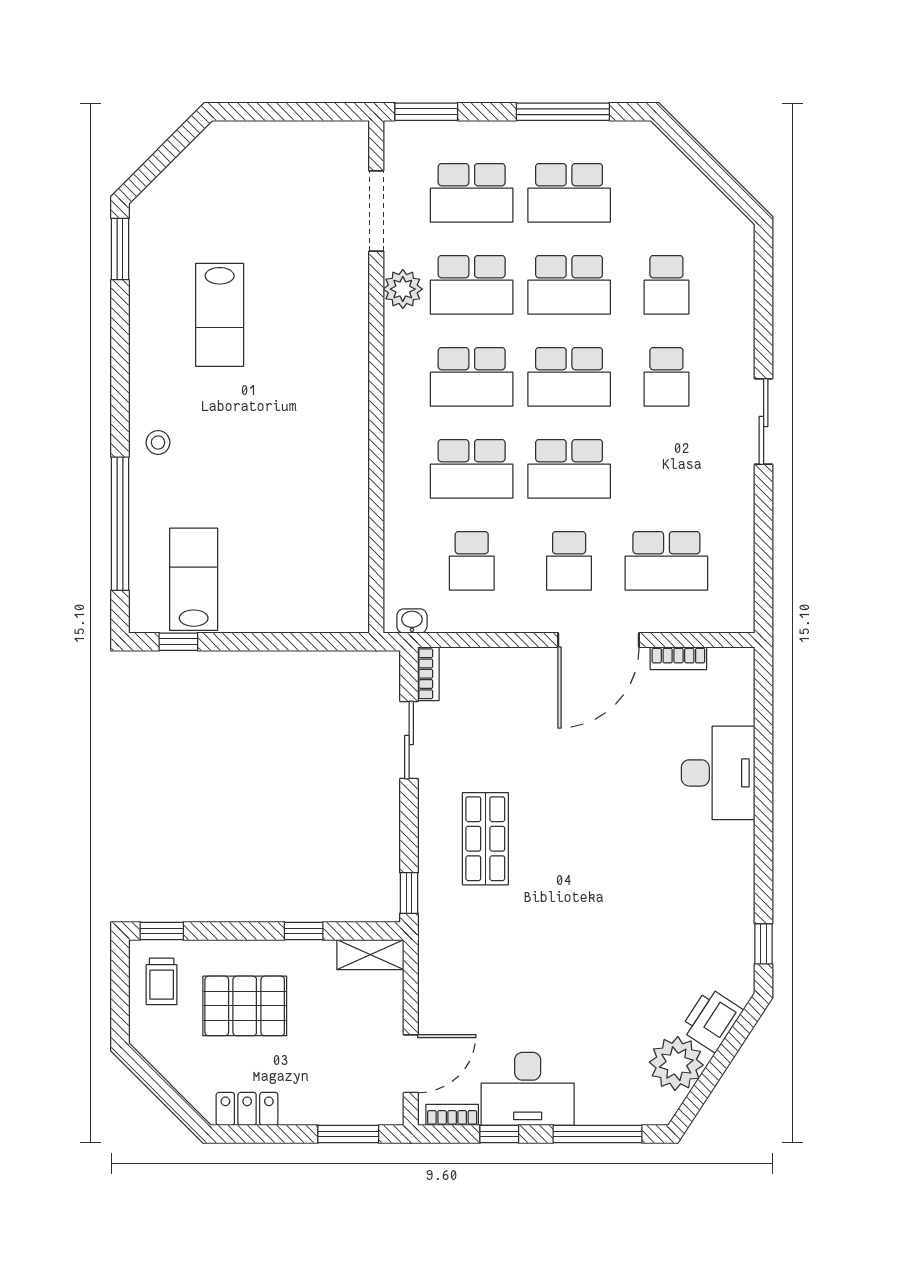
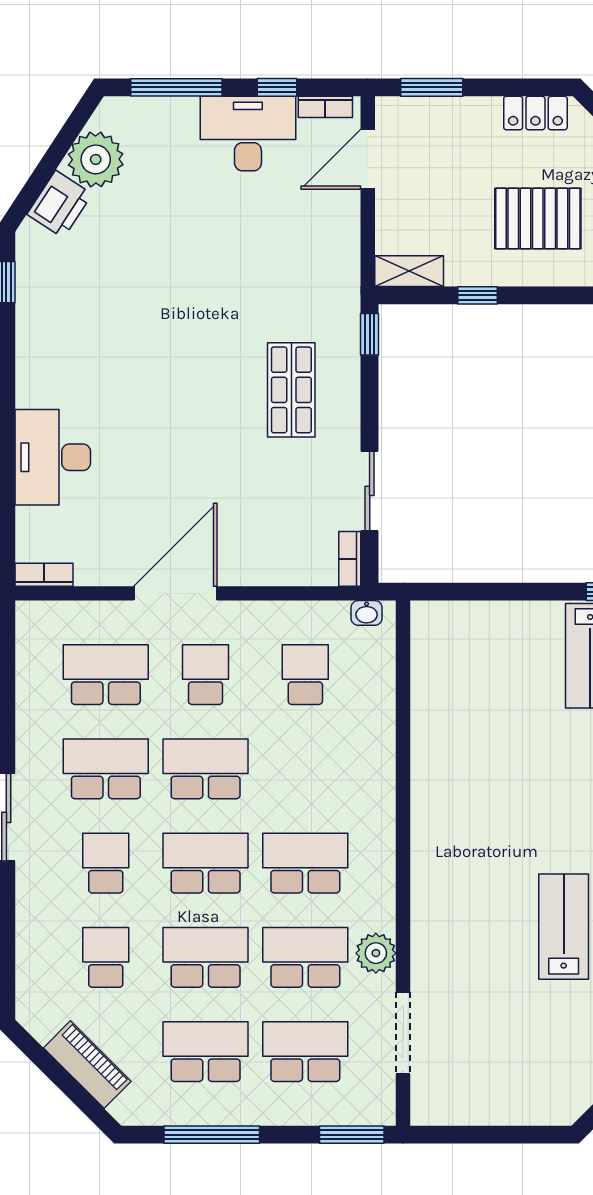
piano: (685, 180) -> (87, 1065), added
school desk: (472, 469) -> (106, 769), moved
bookcase: (678, 658) -> (44, 575), moved

